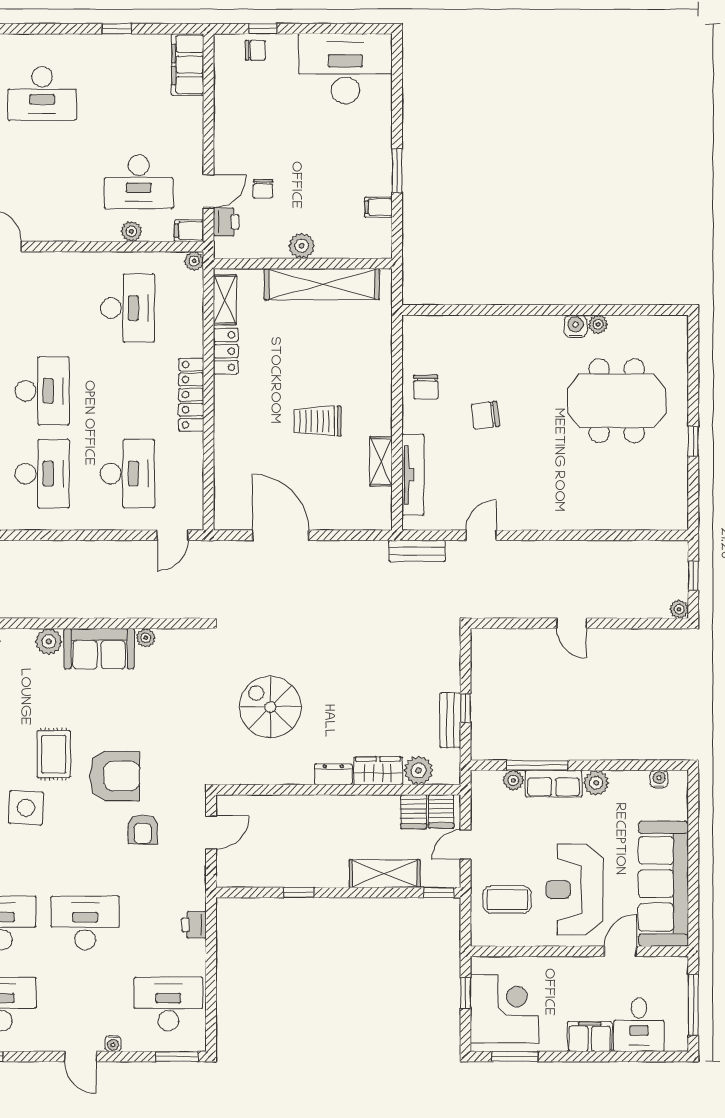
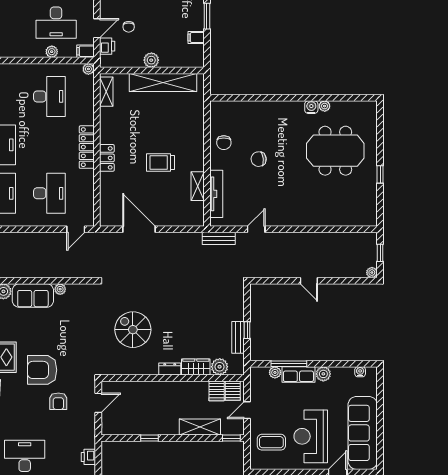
locker: (226, 351) -> (107, 158), moved
armchair: (115, 776) -> (42, 370), turned 180

